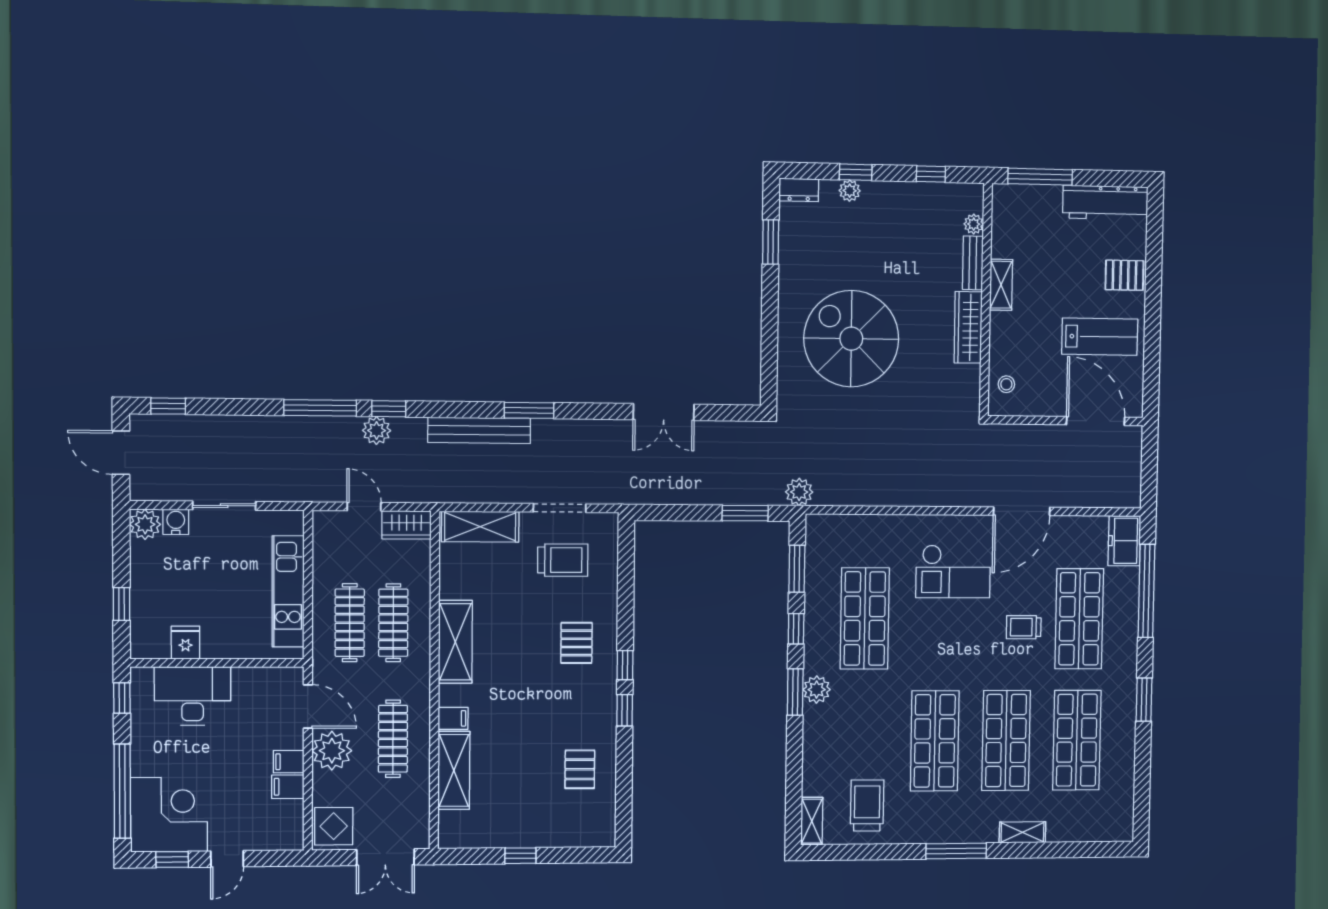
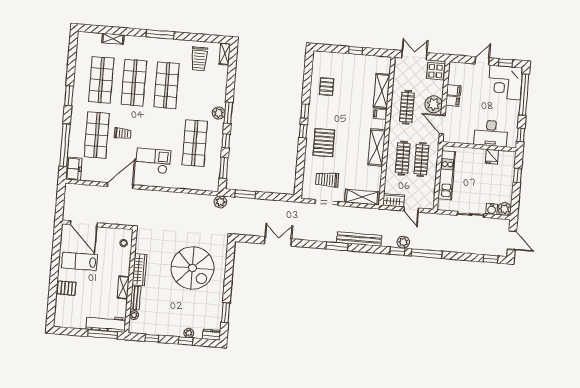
workbench: (1105, 202) -> (106, 324), moved
pallet: (576, 643) -> (324, 143), width x1.50, depth x1.42
shelving: (1022, 832) -> (113, 39), moved

